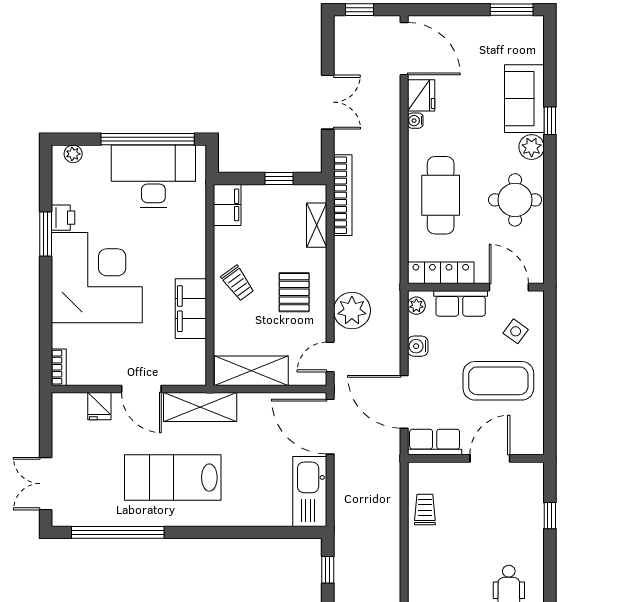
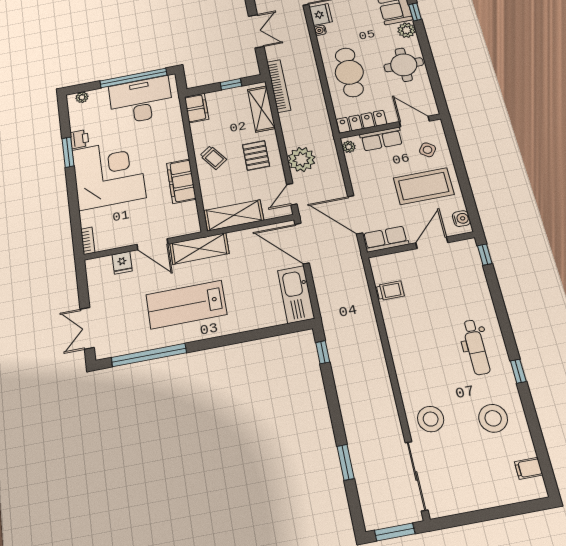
shelving: (317, 225) -> (261, 109), width x1.50, depth x1.33
water cooler: (418, 346) -> (461, 219), moved, turned 180
trolley: (425, 510) -> (390, 291), turned 90
window: (550, 516) -> (485, 255), moved

